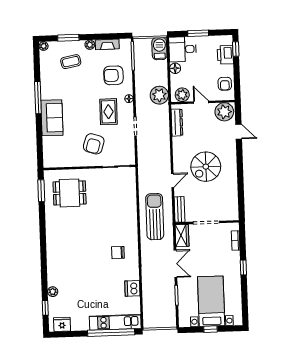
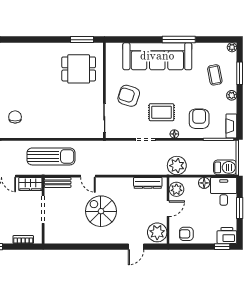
fireplace: (107, 44) -> (231, 126), moved
printer: (225, 55) -> (227, 236), moved
sofa: (52, 118) -> (157, 56), width x1.85, depth x1.27
dining table: (70, 193) -> (79, 69), turned 90

